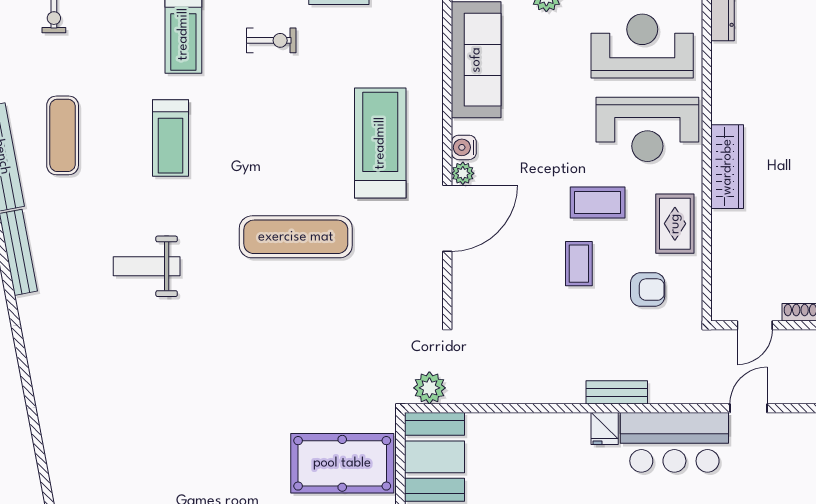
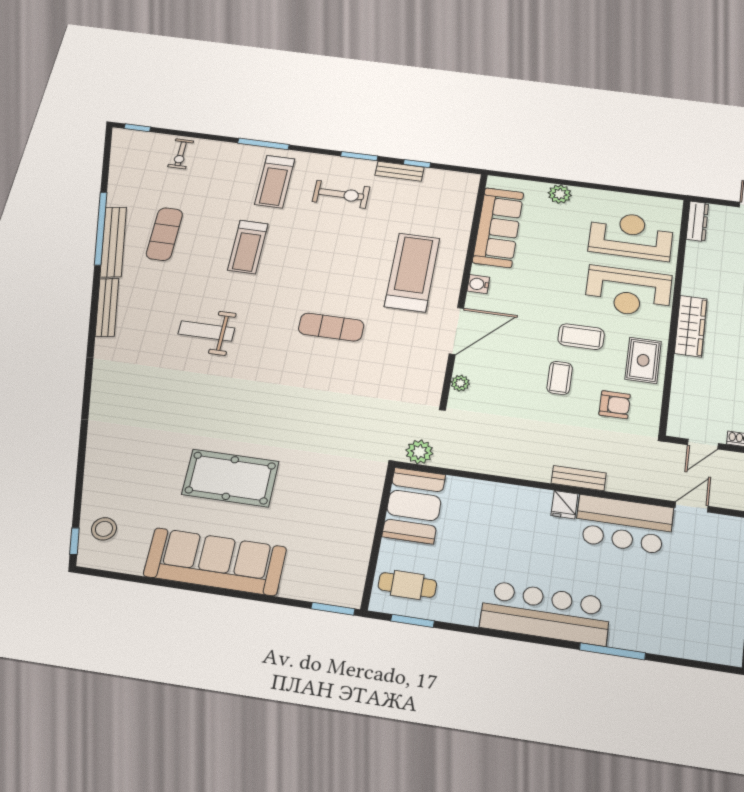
exercise bike: (271, 40) -> (341, 194), width x1.38, depth x1.39
plant: (463, 173) -> (460, 383), moved
exercise mat: (296, 237) -> (331, 327), width x0.73, depth x0.69
pool table: (342, 463) -> (230, 478), moved

